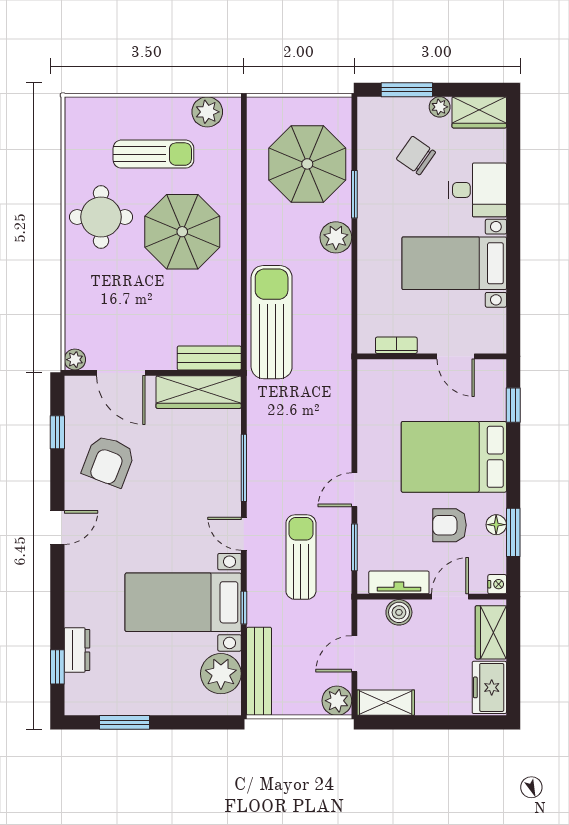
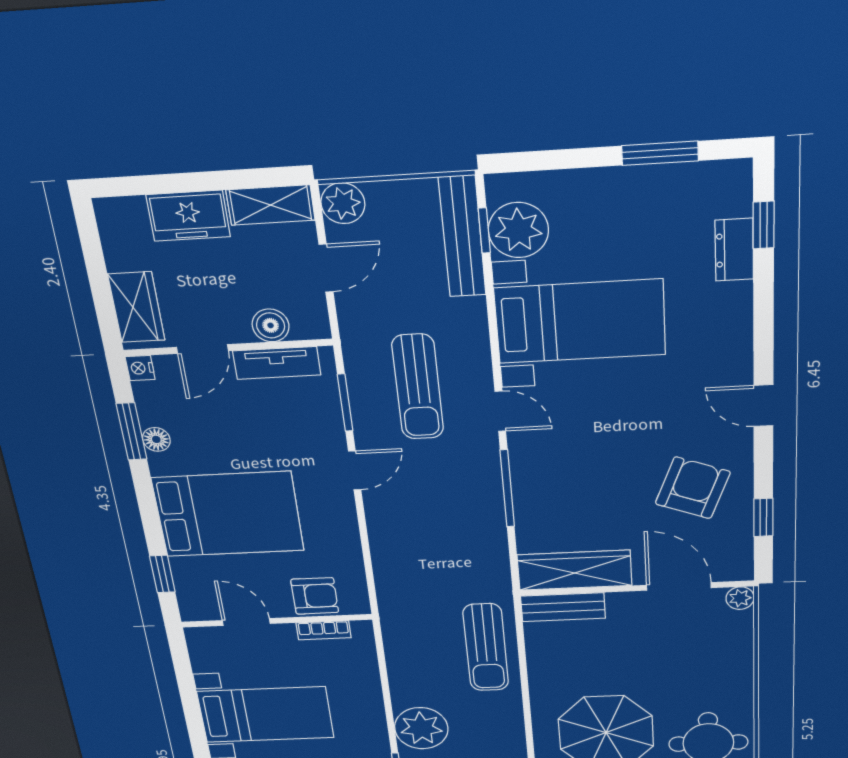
plant: (336, 237) -> (421, 728), width x1.36, depth x1.36
sun lounger: (272, 322) -> (486, 648), width x0.73, depth x0.75
armchair: (449, 525) -> (315, 596), moved
door: (57, 528) -> (763, 406), hinge flipped
window: (244, 608) -> (484, 231), moved
freezer: (489, 687) -> (188, 216), moved, turned 90

